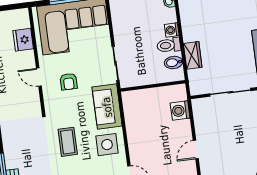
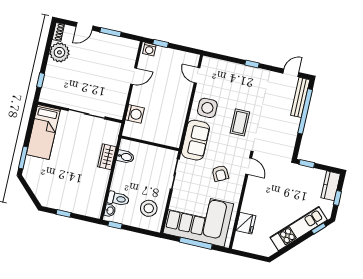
stool: (130, 18) -> (149, 208), added
washing machine: (172, 30) -> (117, 185), removed
toilet: (169, 45) -> (118, 199), moved
door: (39, 77) -> (249, 166), moved
armchair: (69, 82) -> (220, 173), turned 153

